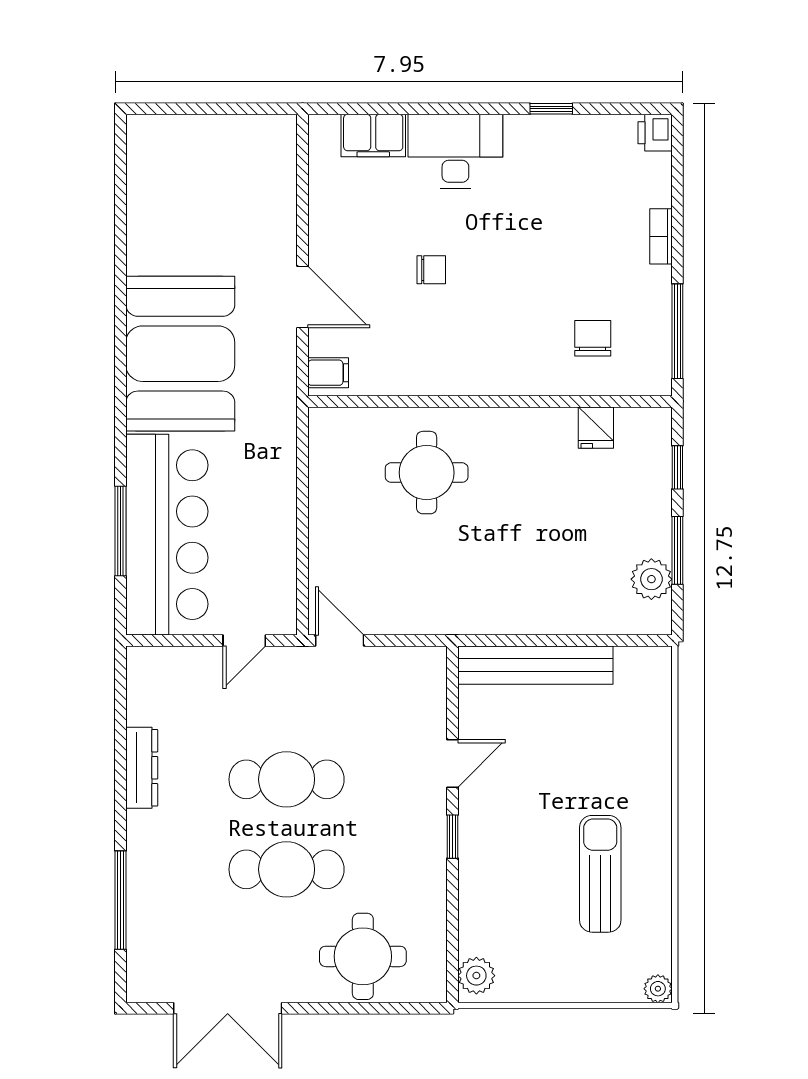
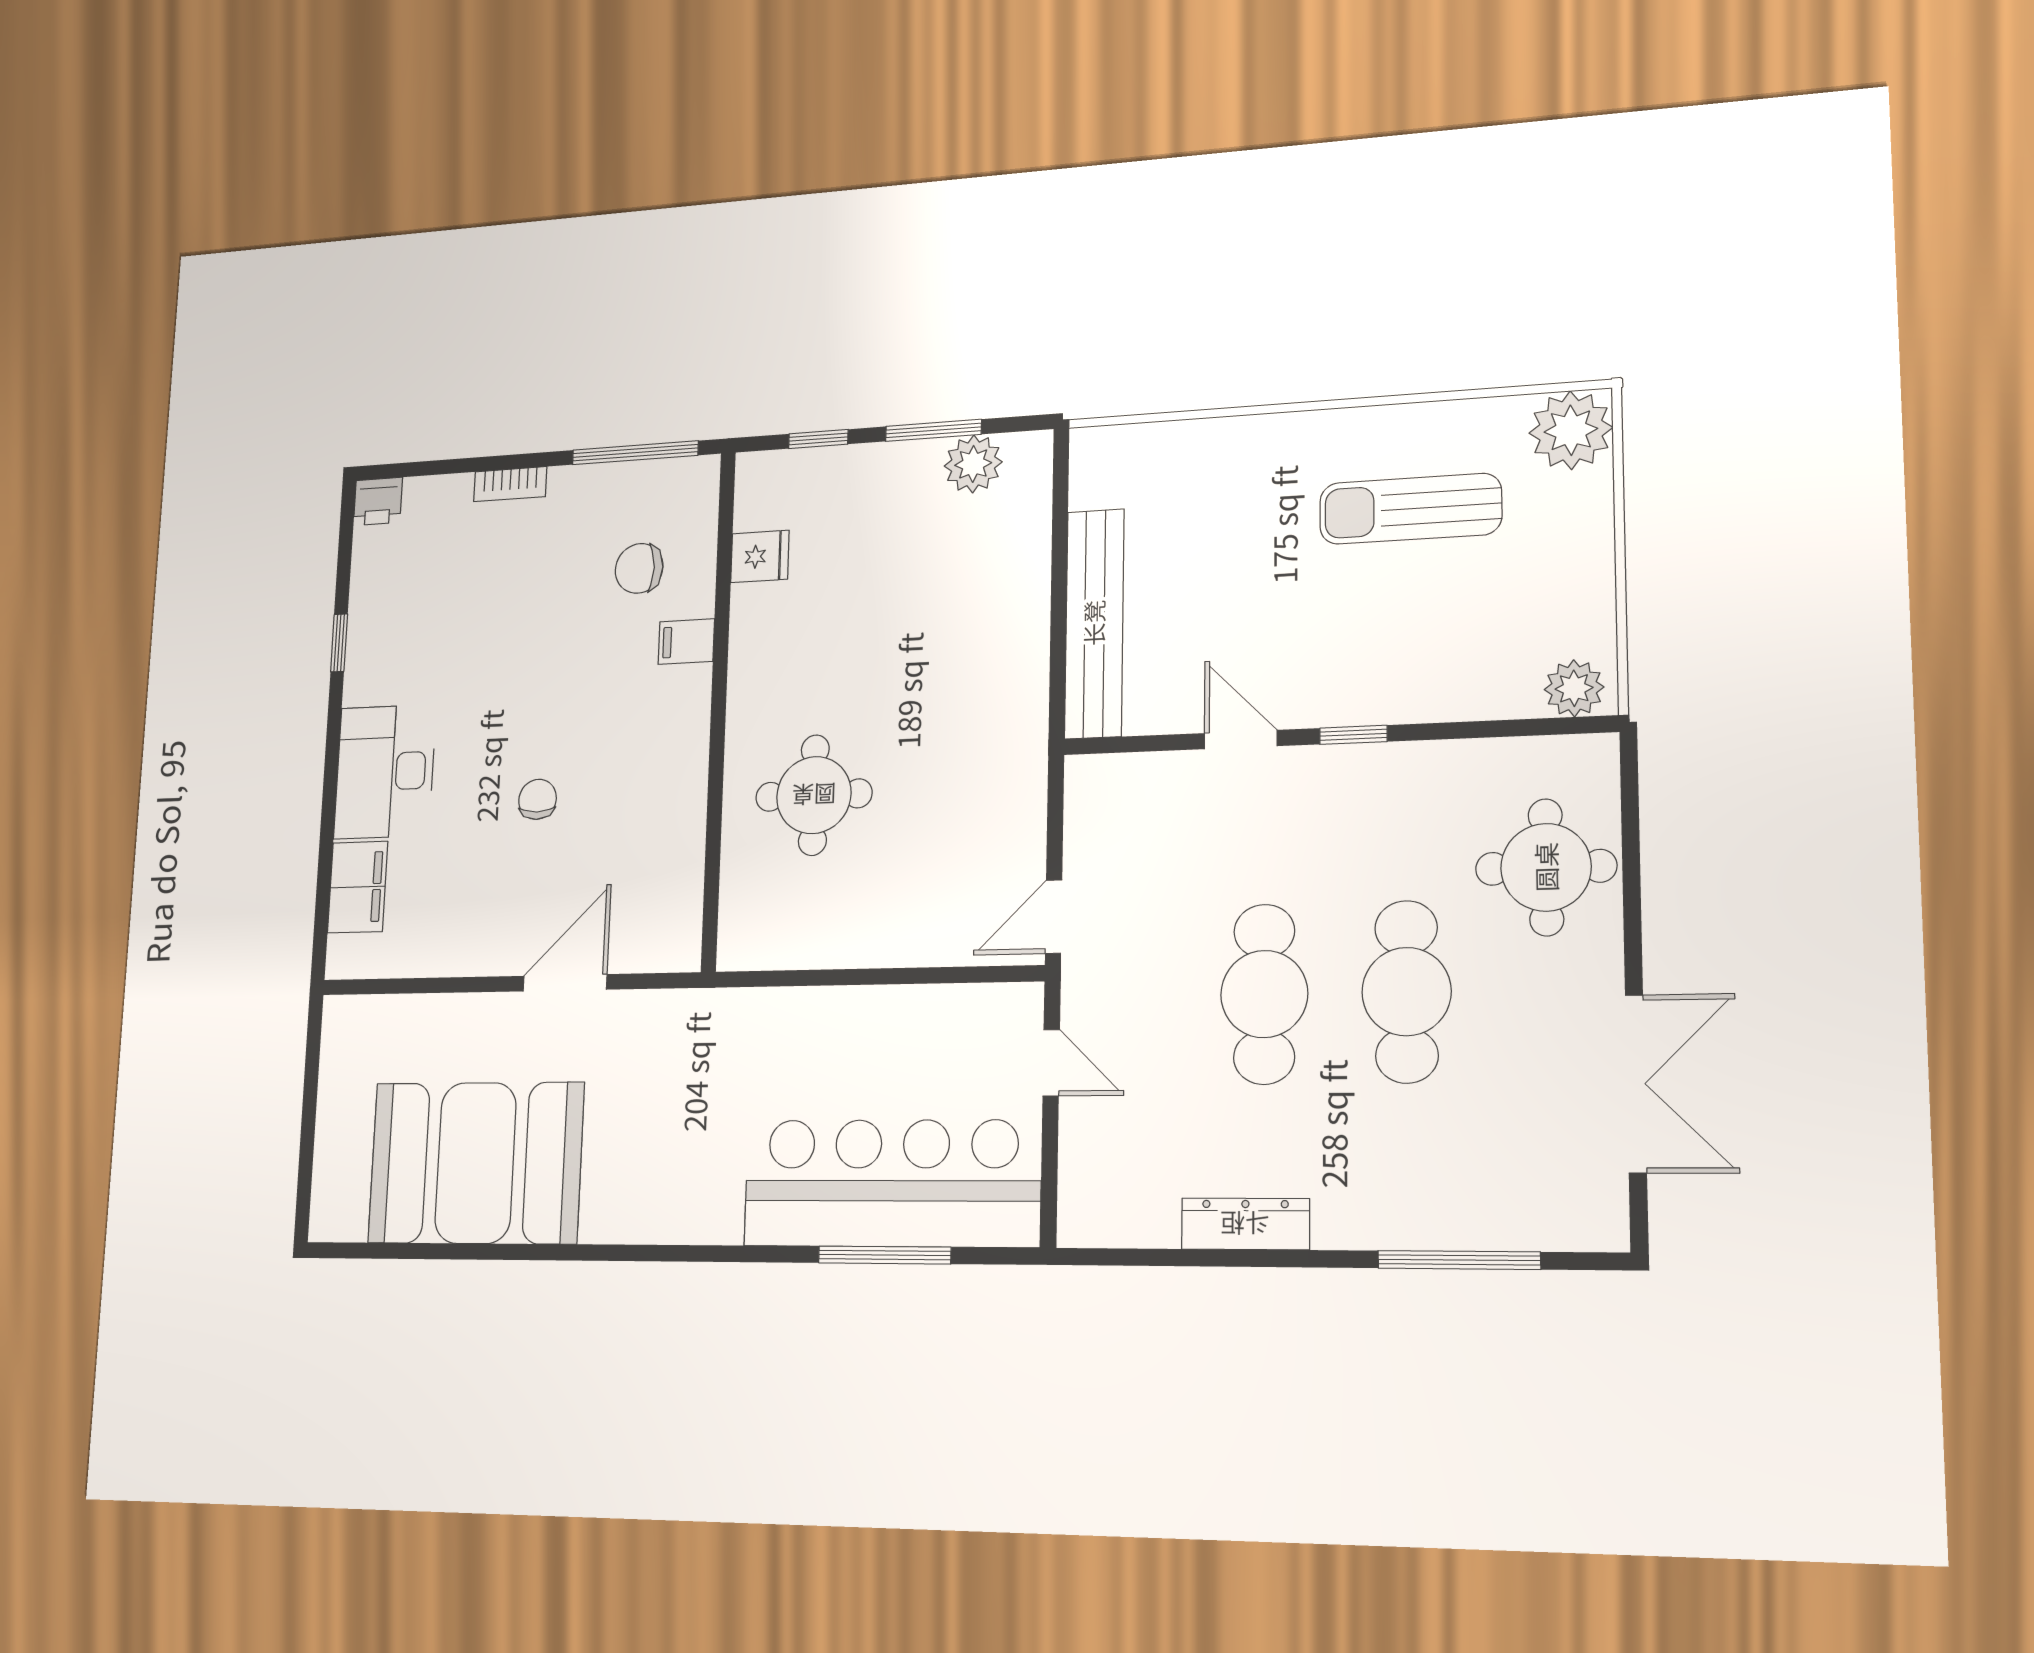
booth: (180, 354) -> (476, 1163), moved
filing cabinet: (328, 373) -> (686, 642), moved, turned -90
plant: (658, 989) -> (1571, 430), width x1.88, depth x1.88

